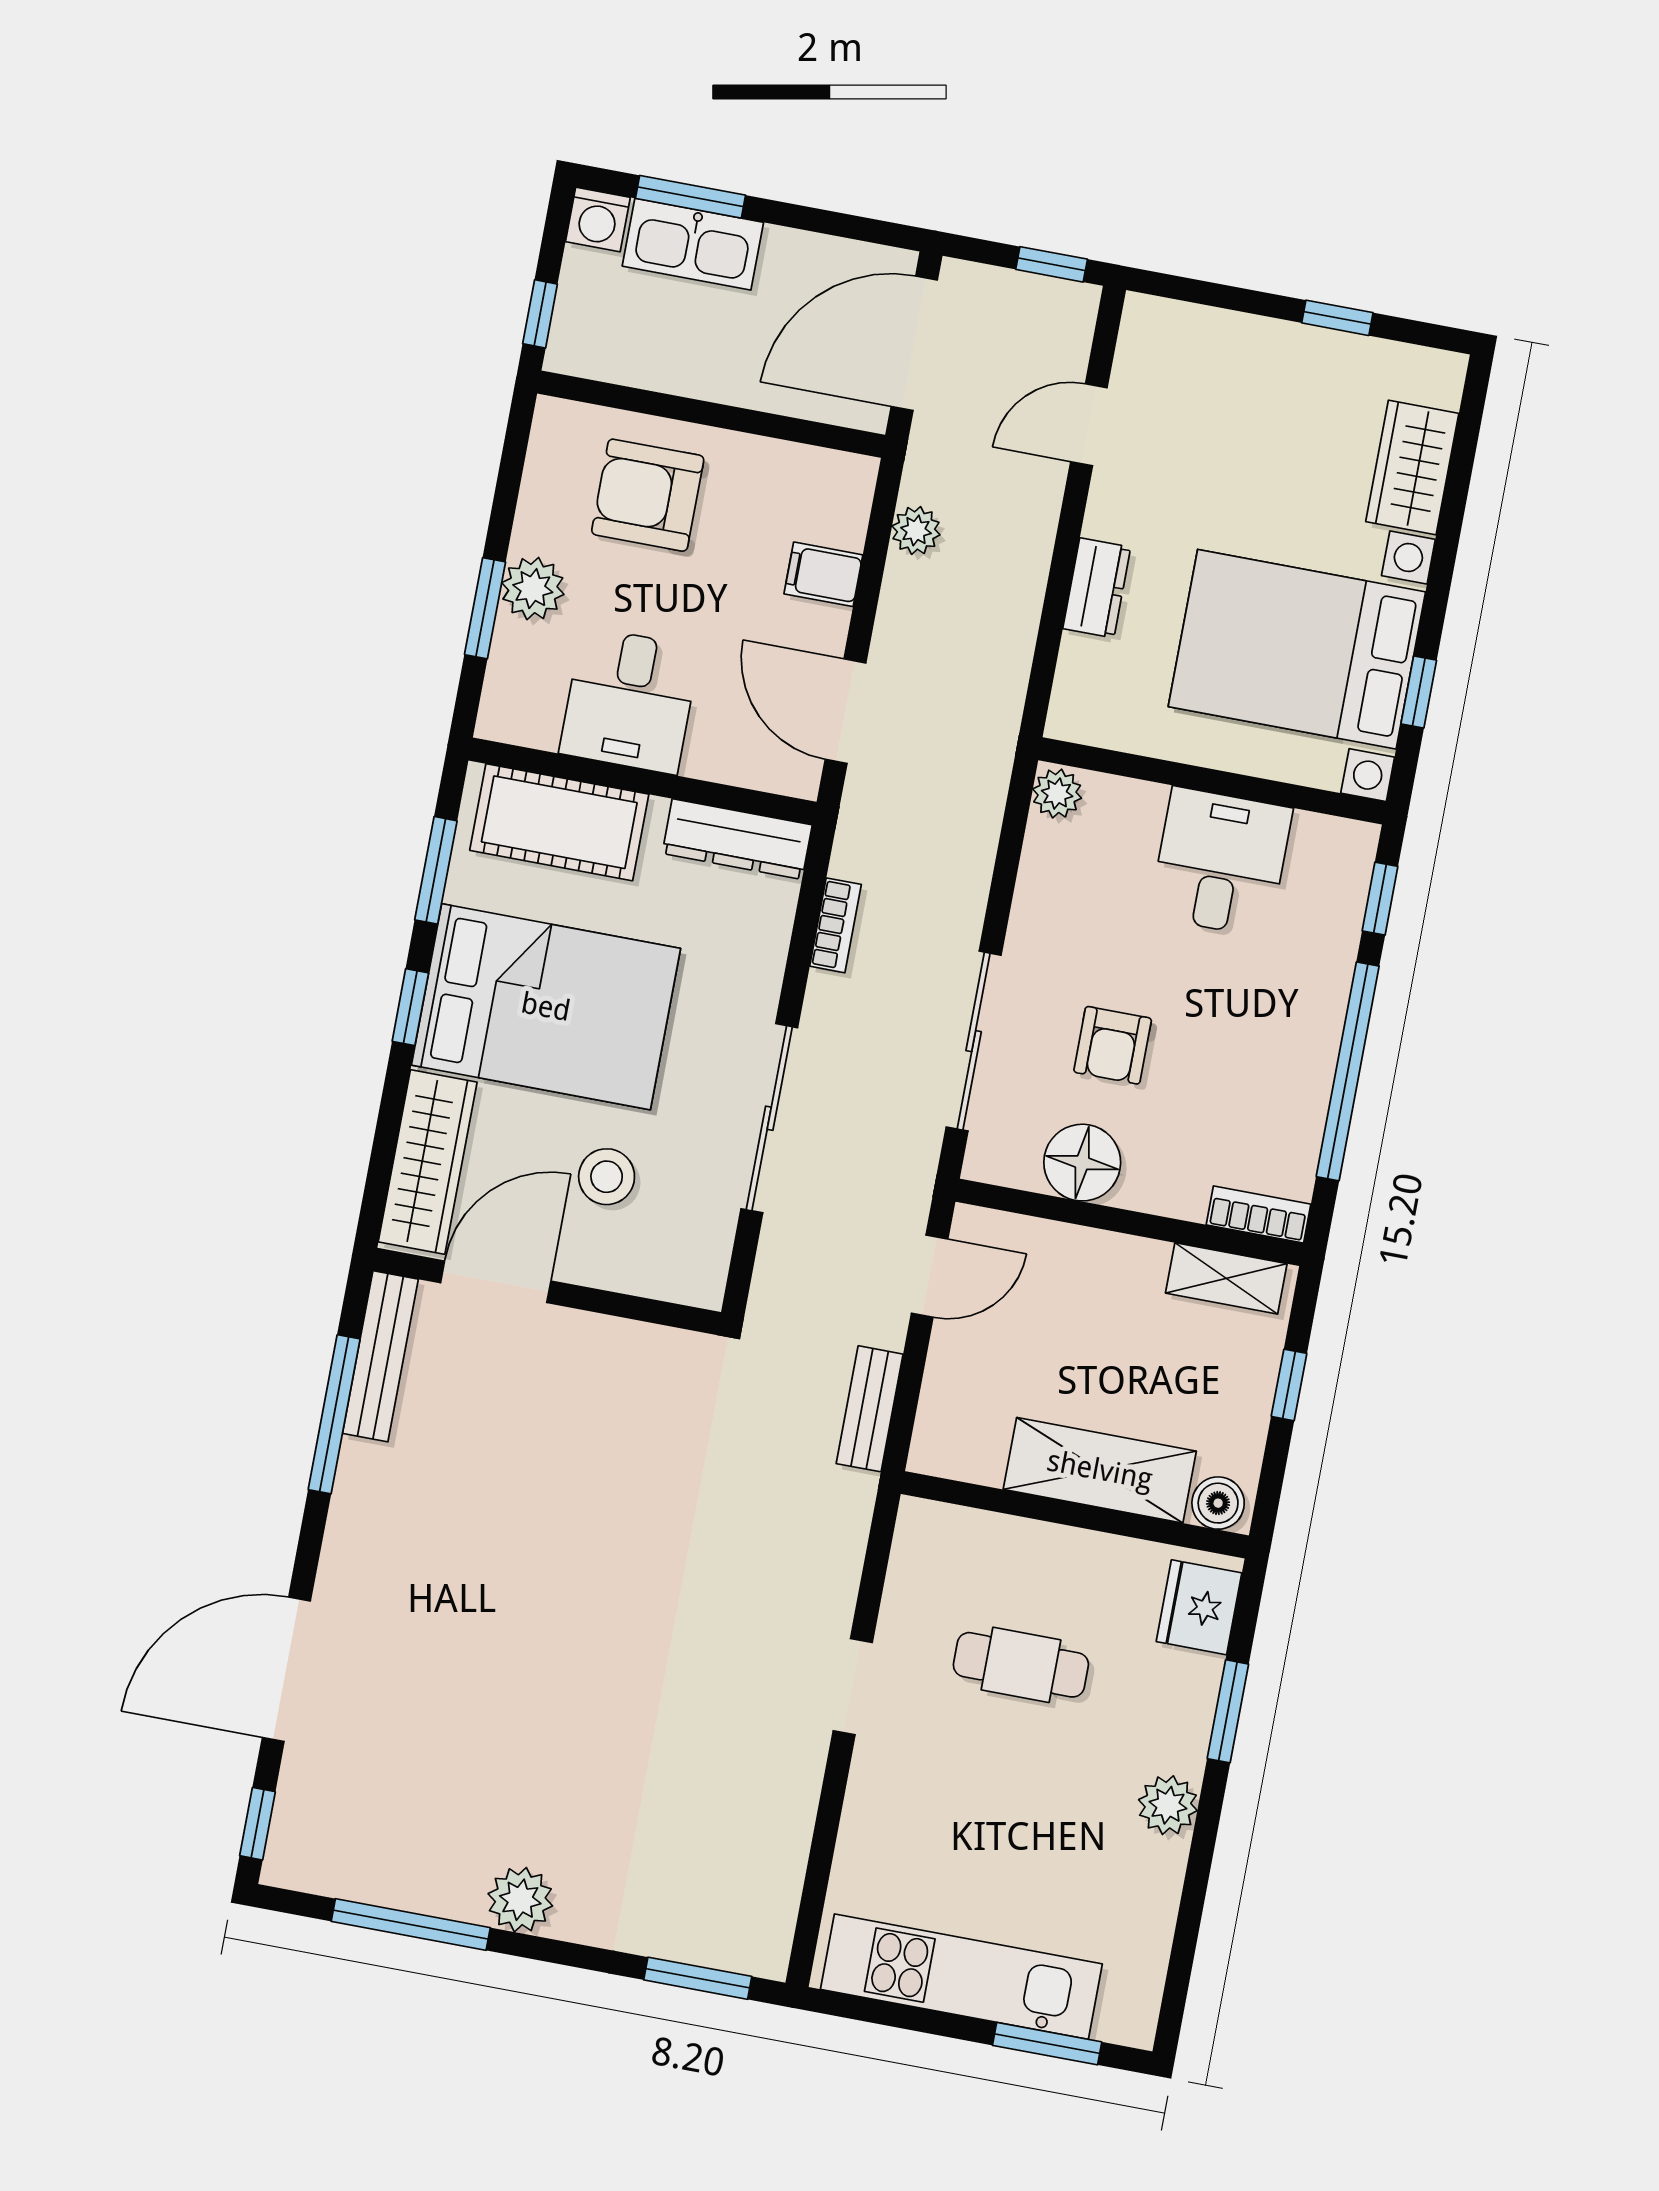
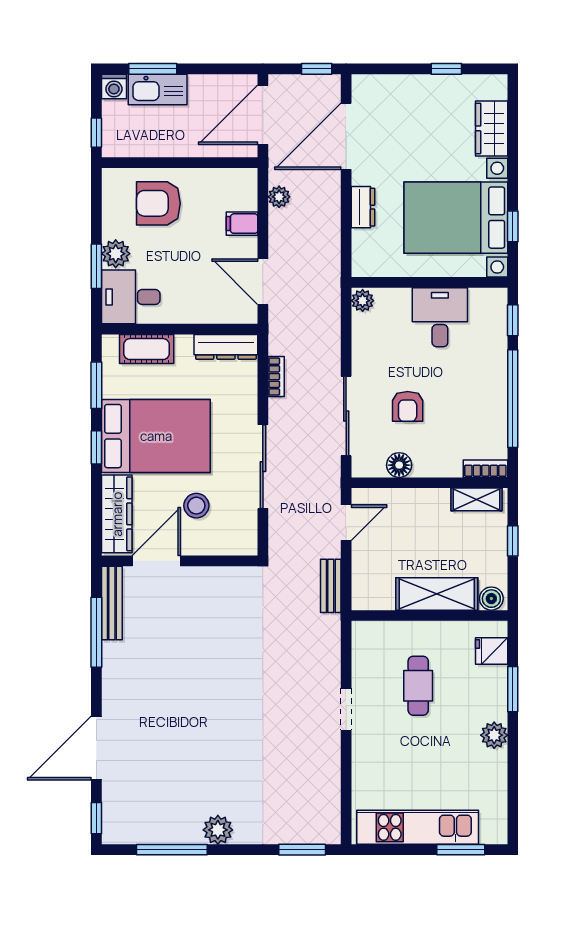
door: (1089, 425) -> (346, 136), width x1.87
desk: (630, 700) -> (131, 297), moved, turned 90
cot: (559, 822) -> (147, 349), width x0.73, depth x0.75
floor lamp: (1082, 1163) -> (399, 465), width x0.73, depth x0.73
fridge: (1199, 1607) -> (492, 651), width x0.72
cafe table: (1021, 1665) -> (418, 686), turned 90

